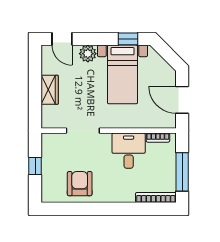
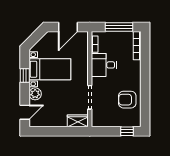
window: (128, 39) -> (25, 76), moved
wardrobe: (50, 90) -> (78, 121), moved
window: (35, 166) -> (127, 131), moved

